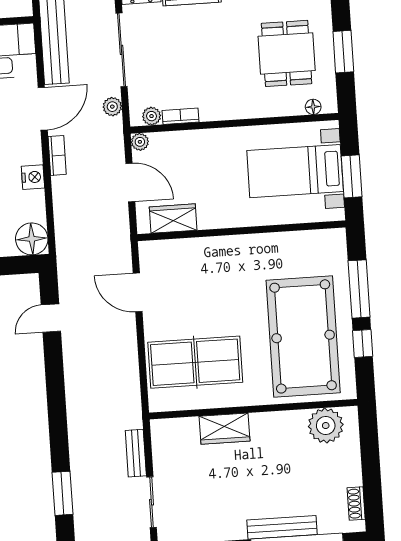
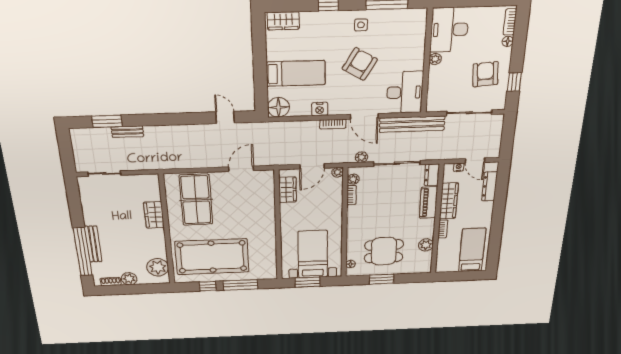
bench: (136, 453) -> (127, 132), moved
plant: (350, 473) -> (129, 279), added

